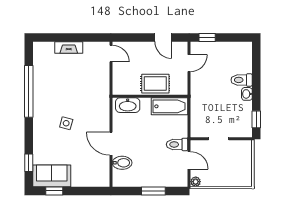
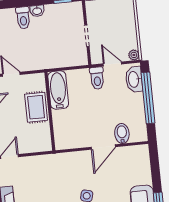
washbasin: (128, 105) -> (134, 79), moved, turned 180
door: (189, 160) -> (112, 64), hinge flipped
window: (153, 191) -> (148, 98), width x2.11

